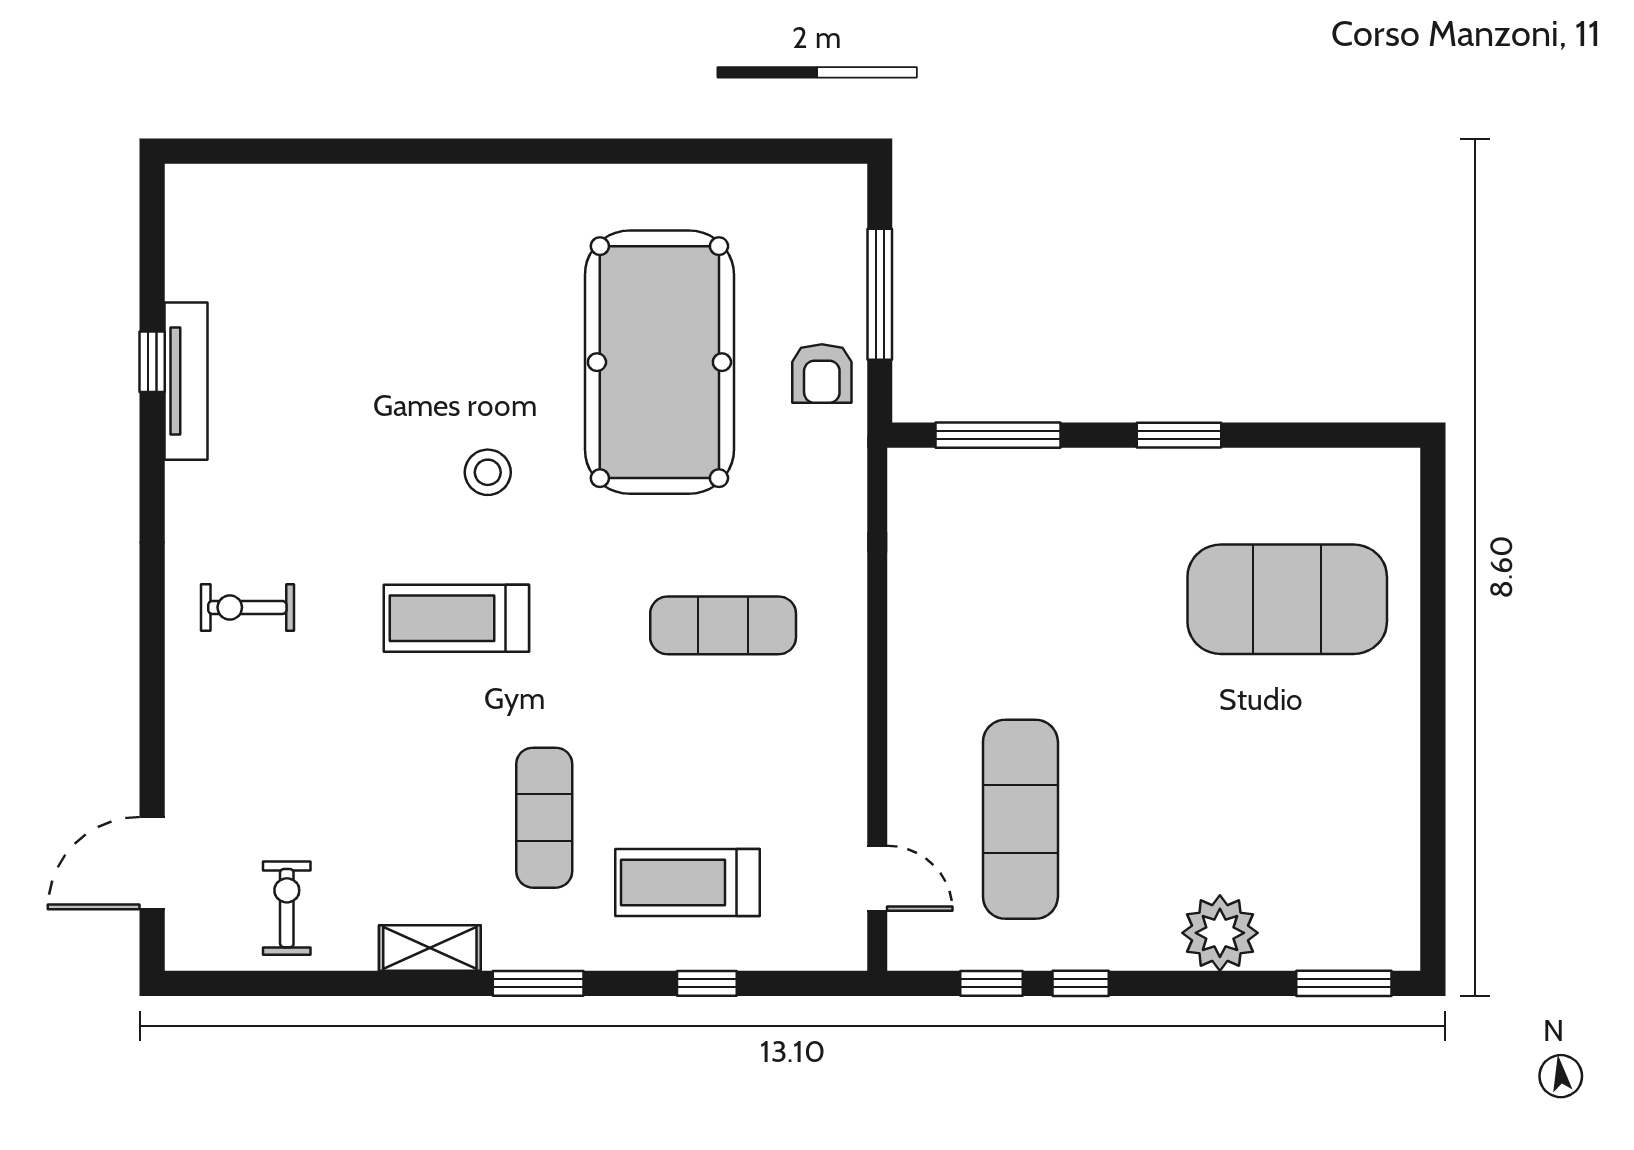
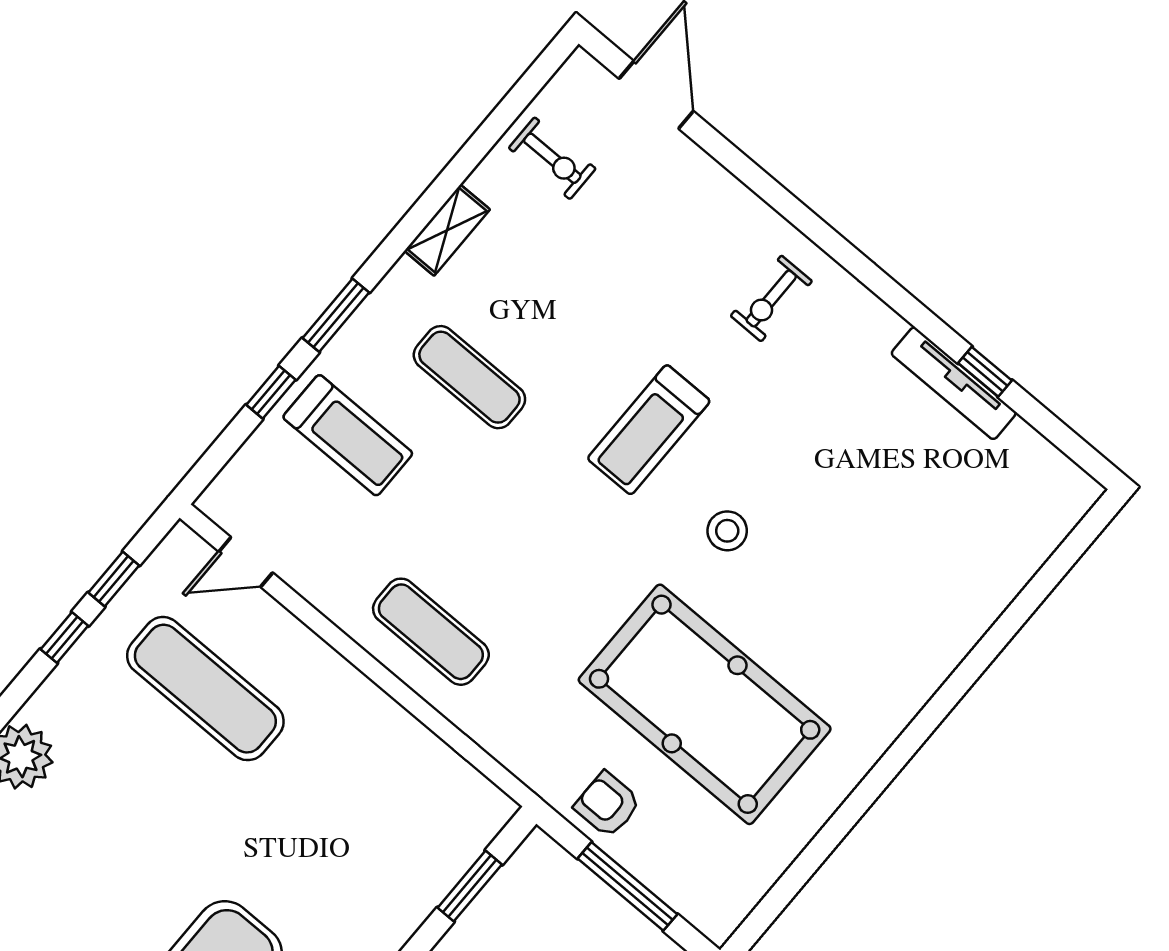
window: (998, 435) -> (470, 886), width x0.69
exercise bike: (247, 607) -> (771, 298), turned 180
treadmill: (456, 618) -> (649, 430), turned 180
exercise mat: (723, 625) -> (431, 632), moved, turned 90
treadmill: (687, 882) -> (348, 435), turned 90
window: (538, 983) -> (336, 315), moved

